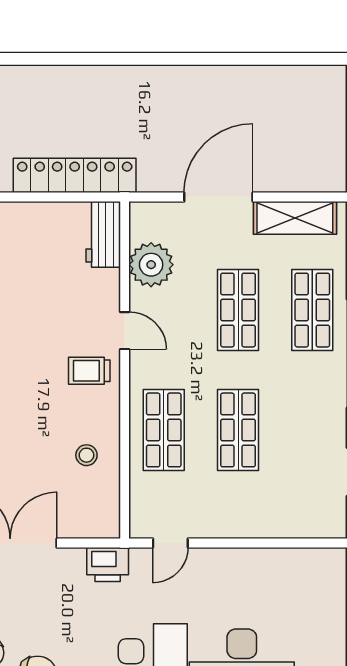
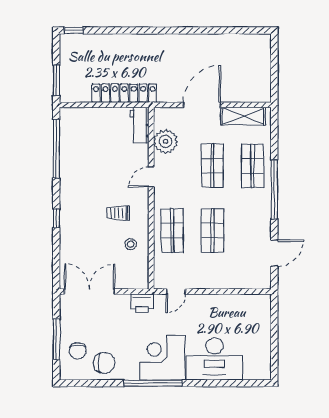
door: (125, 331) -> (151, 177), swing flipped
trolley: (89, 371) -> (118, 213), moved

